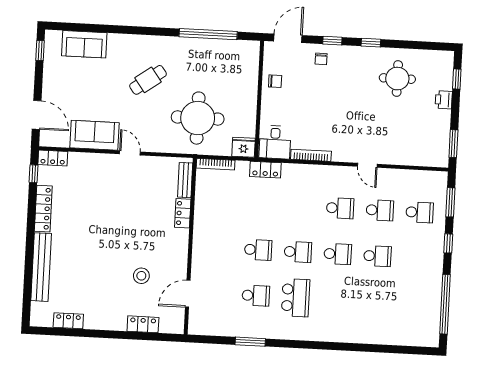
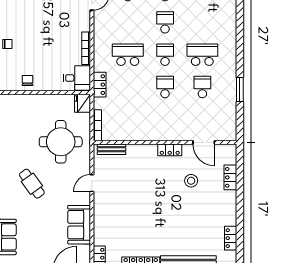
door: (130, 153) -> (92, 183), moved
school desk: (340, 208) -> (128, 55), moved, width x1.85
locker: (183, 213) -> (170, 150), moved

